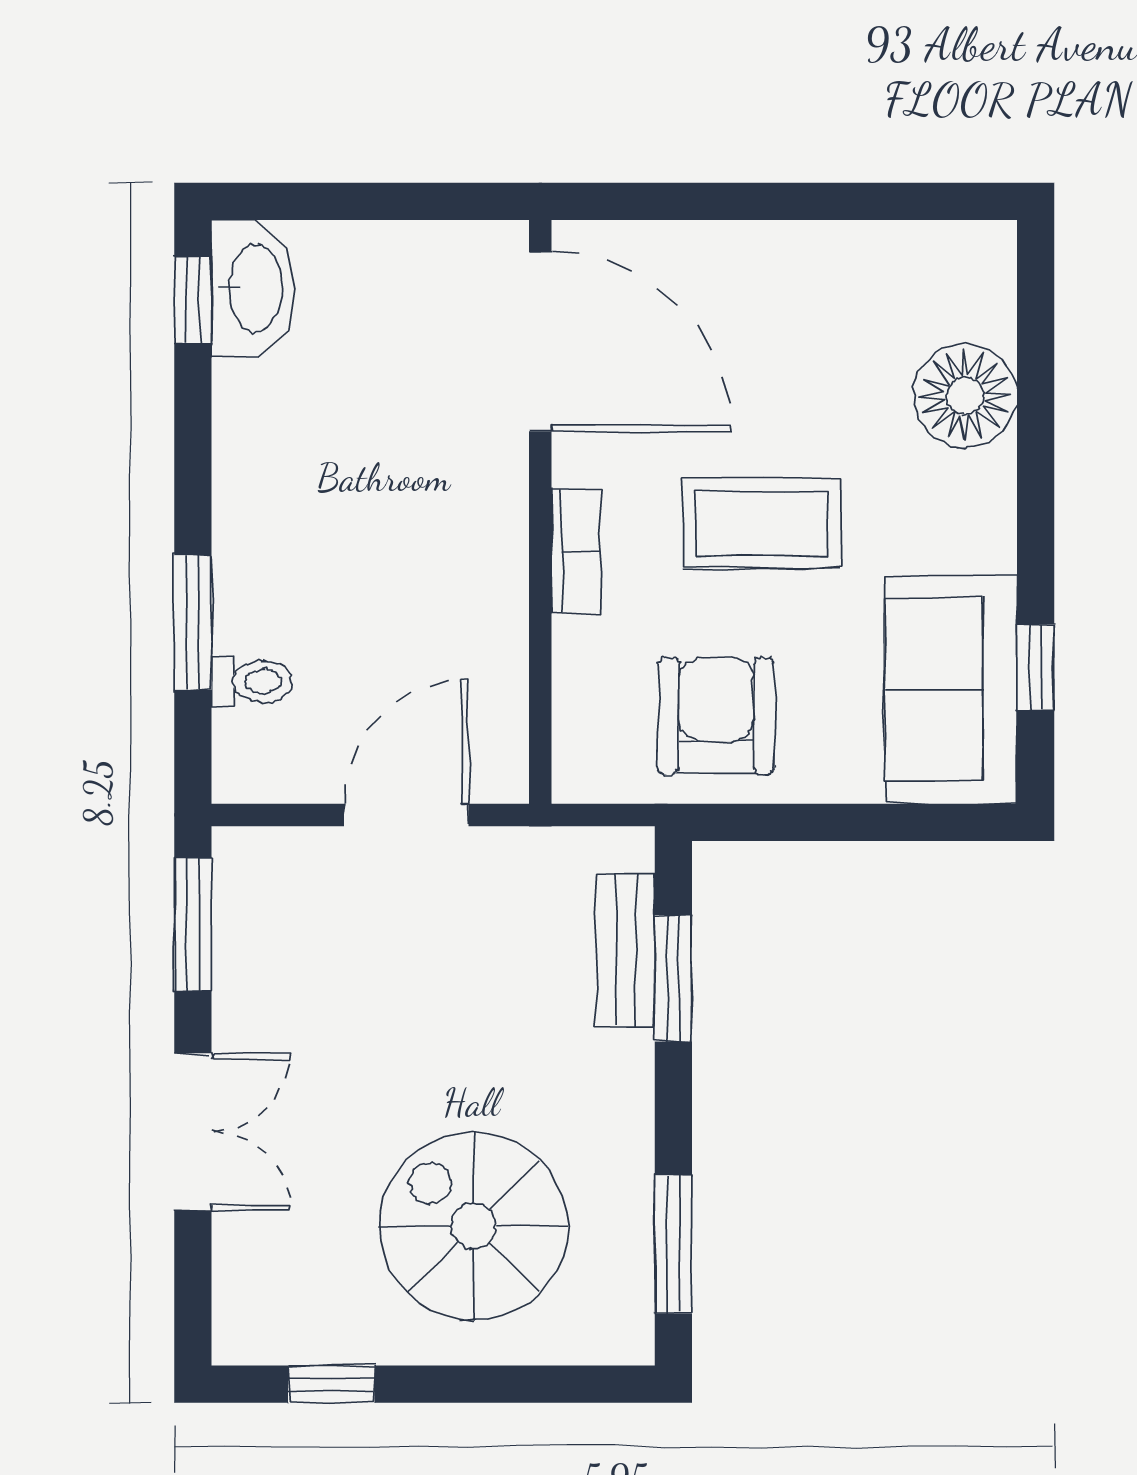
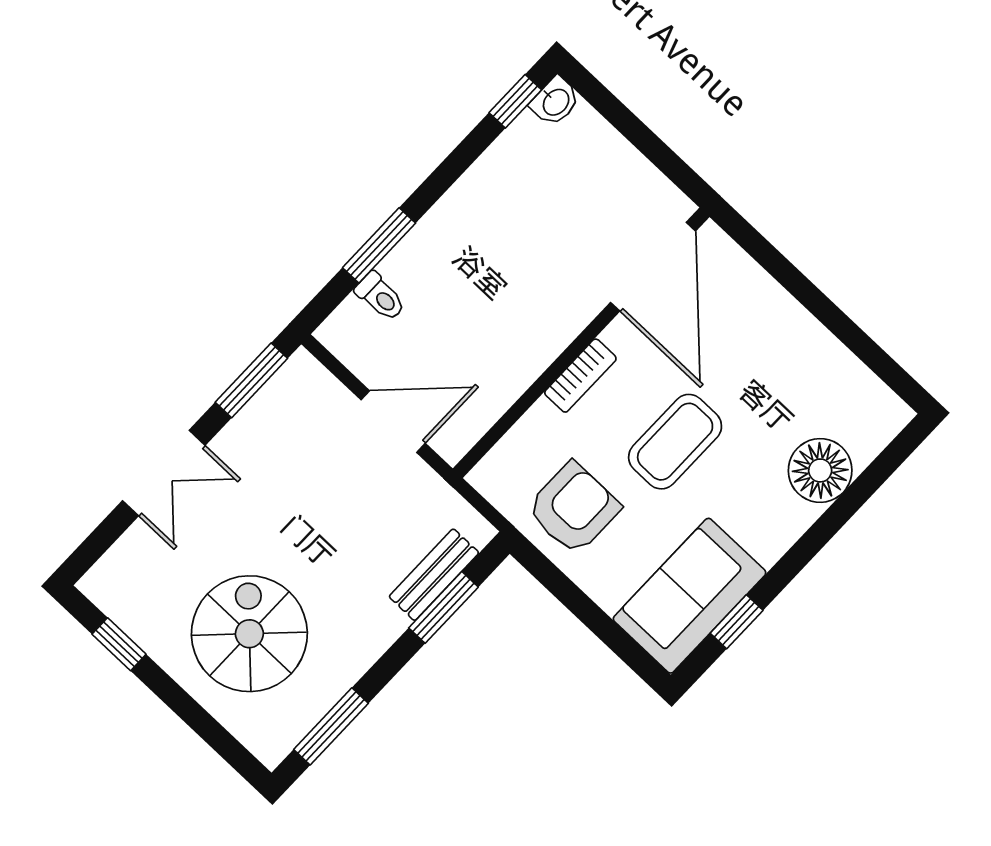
washbasin: (253, 289) -> (555, 102), width x0.52, depth x0.69
coffee table: (762, 524) -> (675, 442), turned 90

